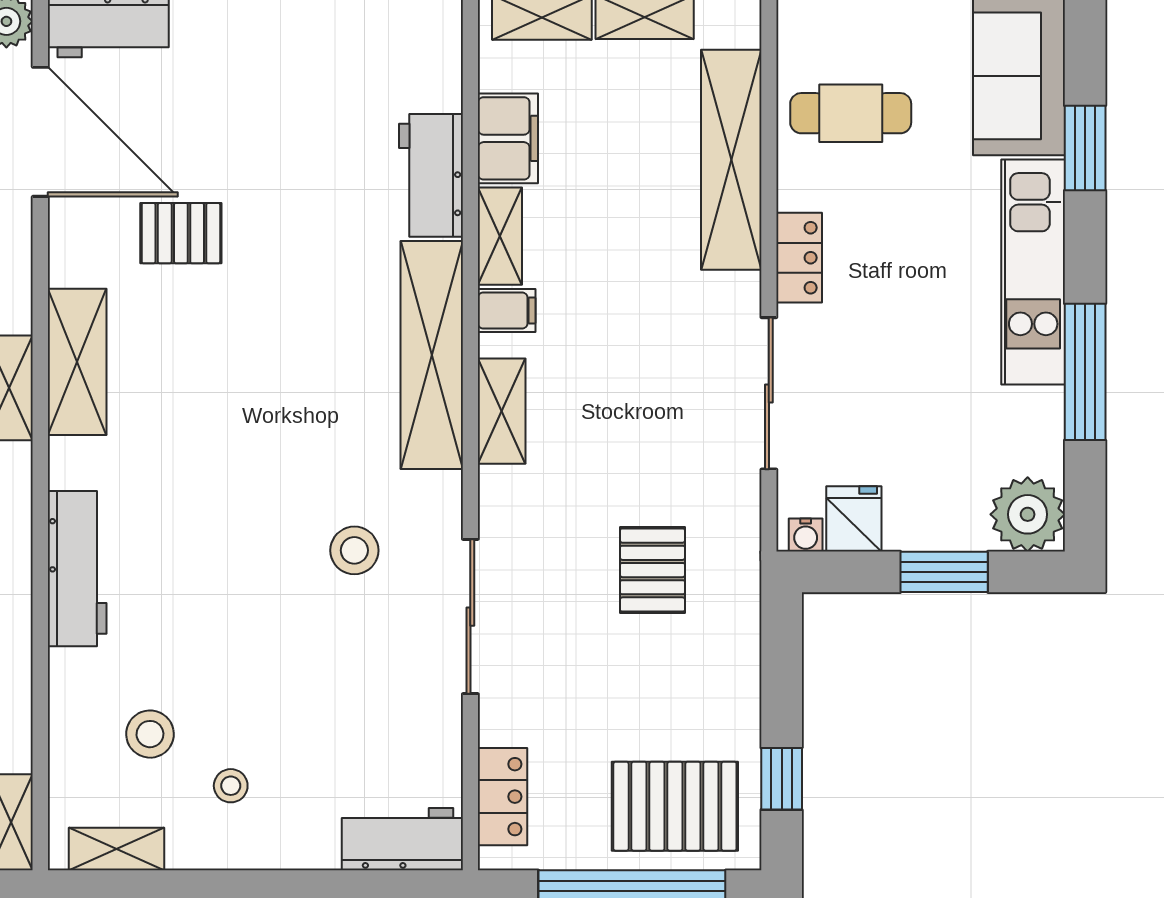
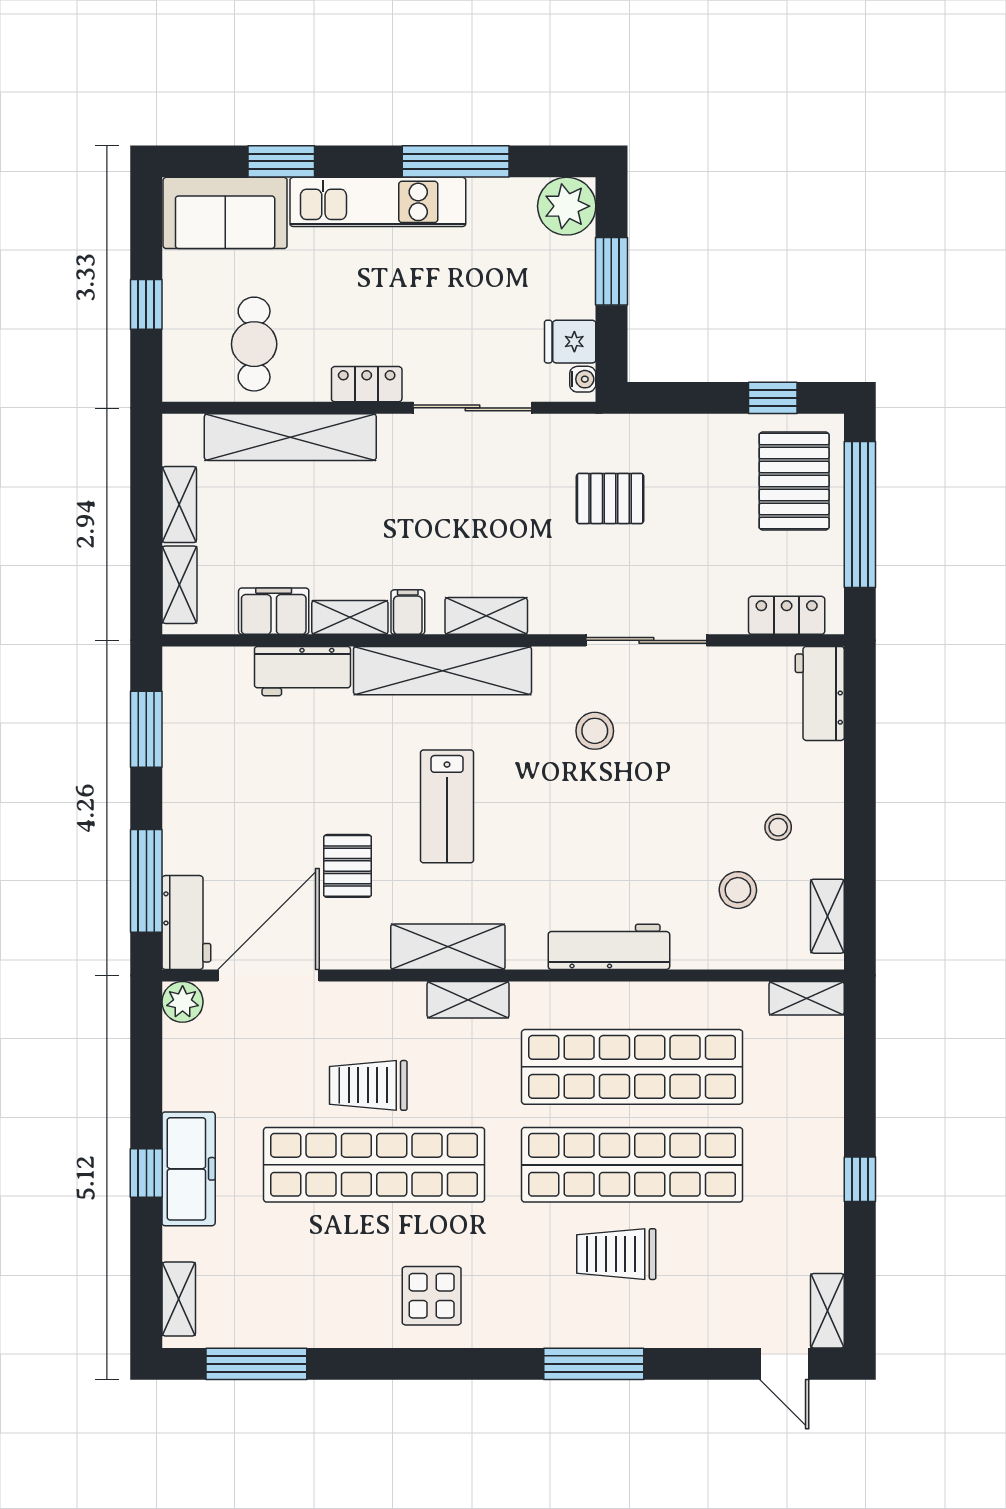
lab bench: (257, 361) -> (447, 806), added

